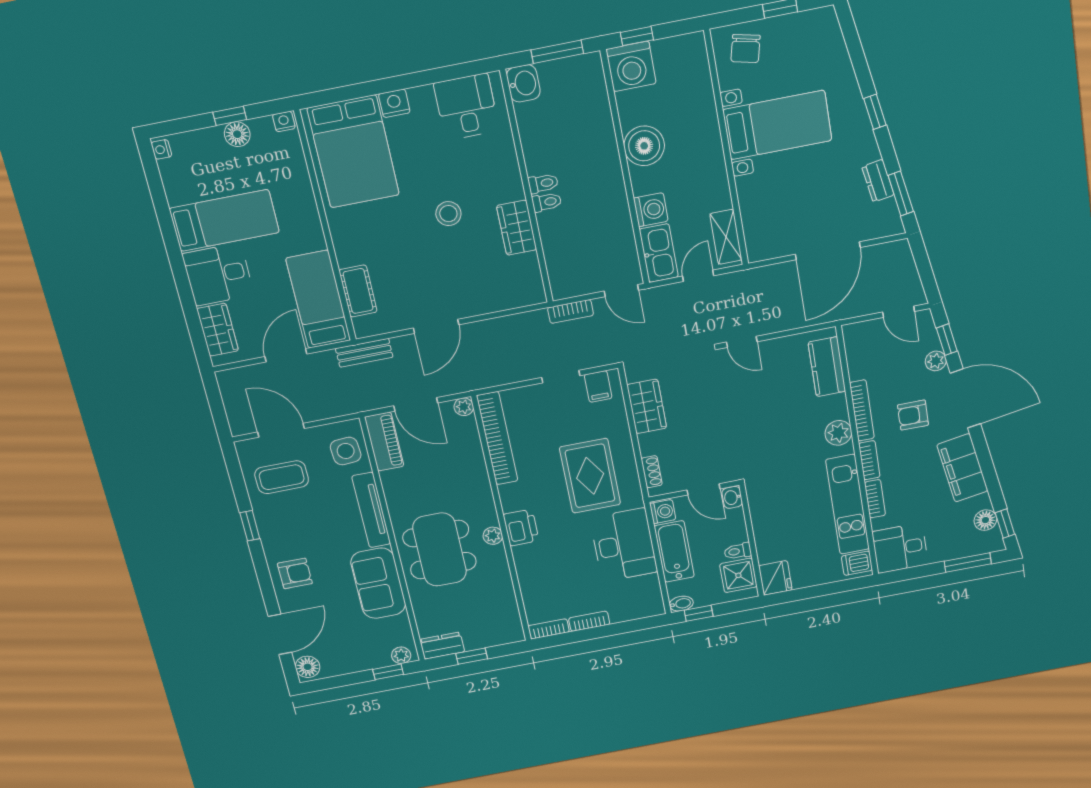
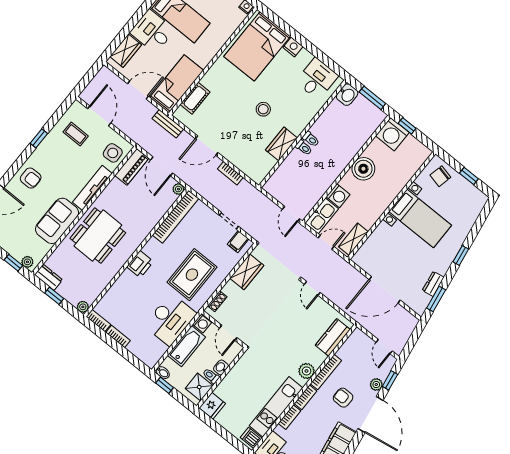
bookcase: (571, 311) -> (230, 173), moved
coffee table: (282, 477) -> (76, 134), width x0.73, depth x0.77
washbasin: (732, 497) -> (221, 367), moved
plant: (493, 536) -> (83, 307), moved

